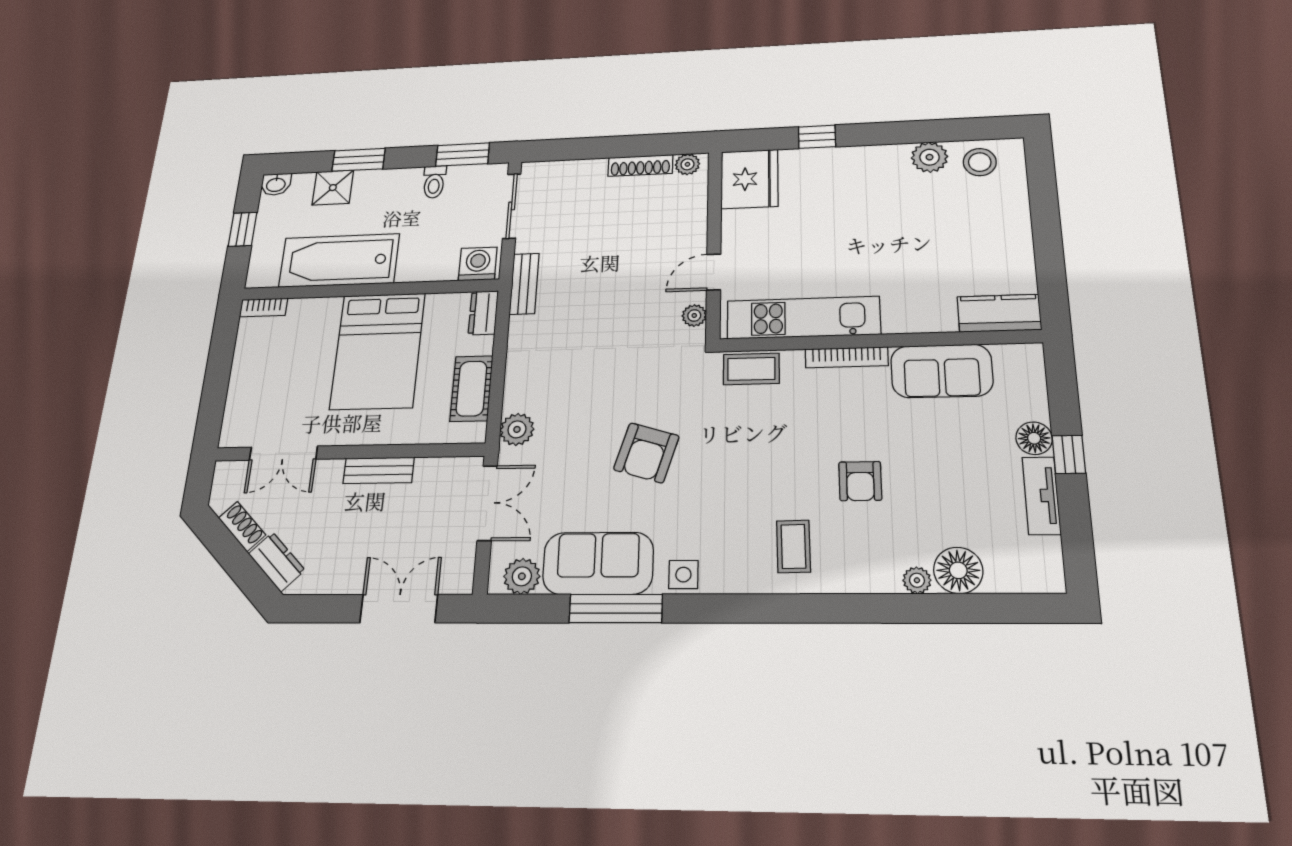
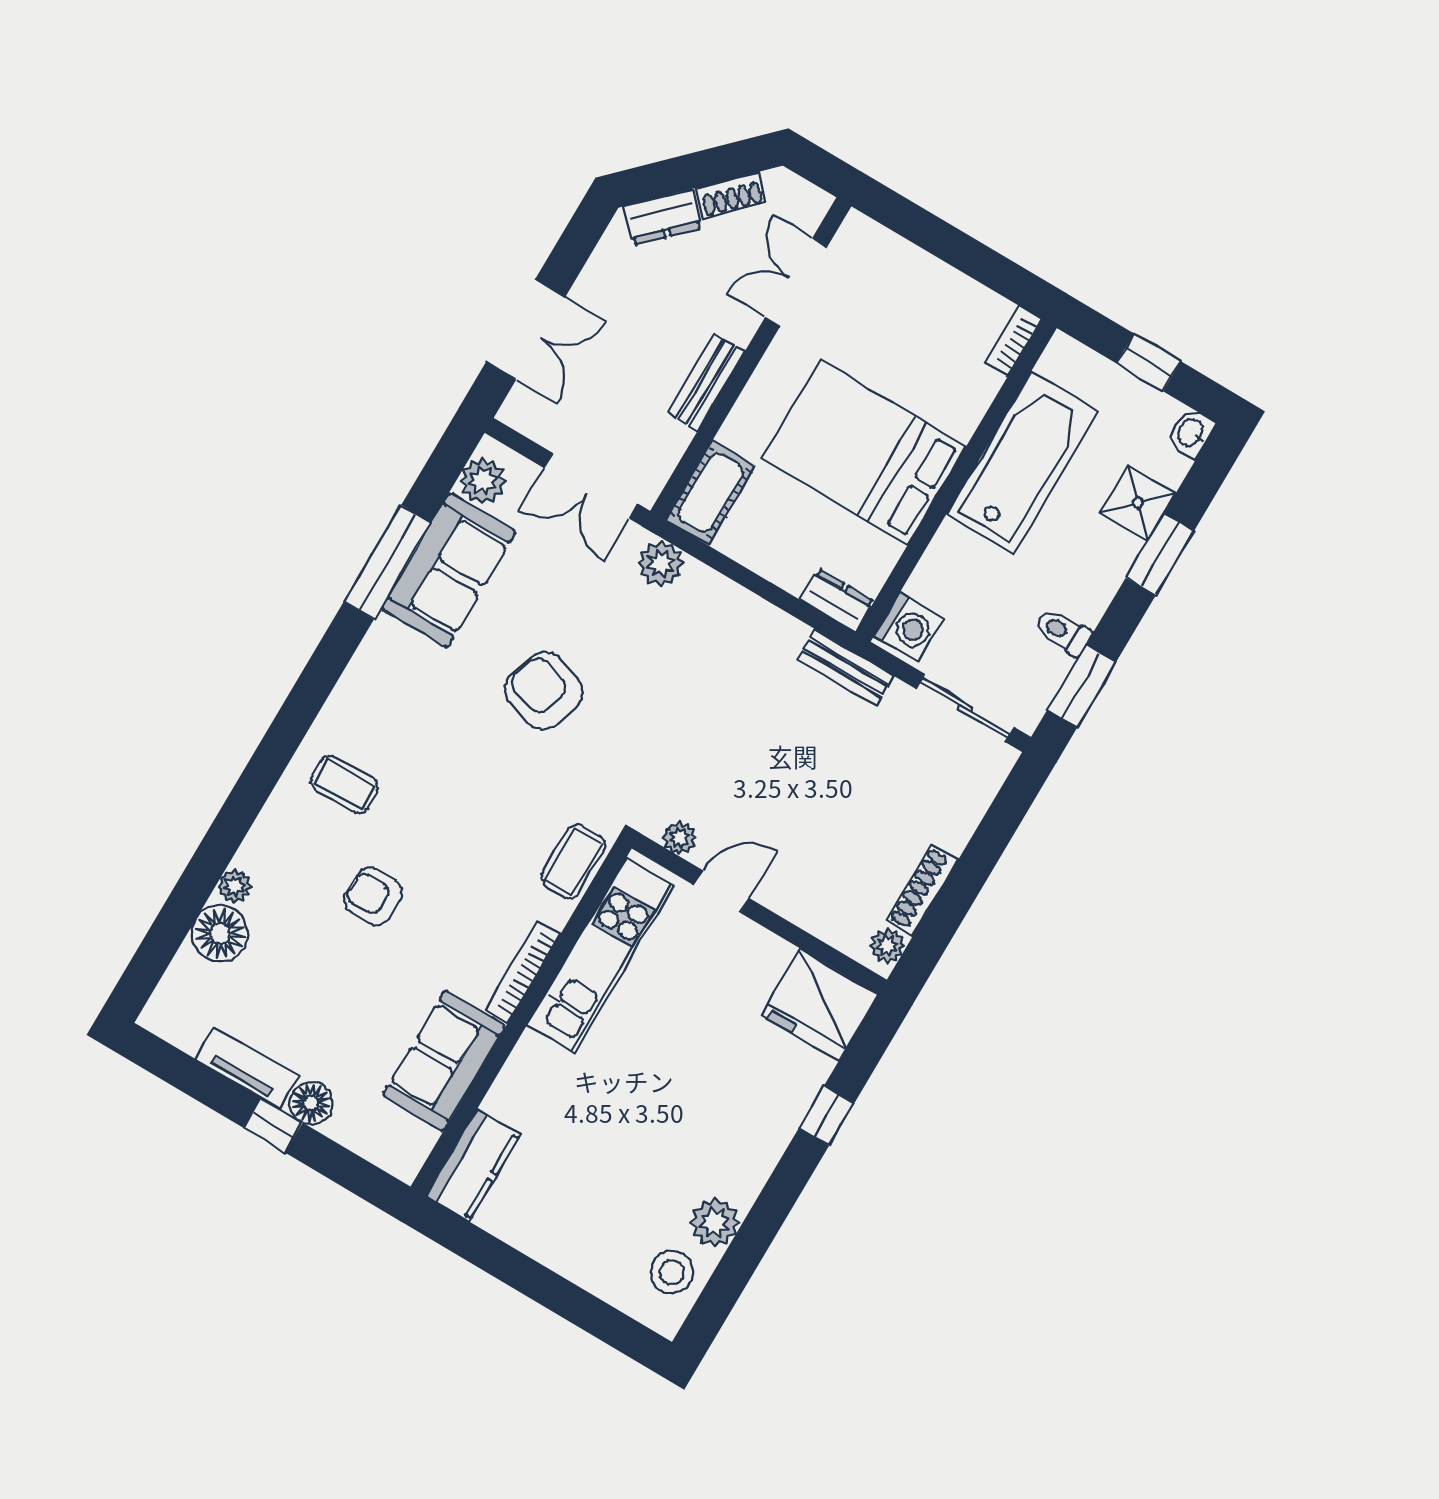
door: (714, 272) -> (721, 892), hinge flipped
cot: (471, 389) -> (711, 493), moved, turned 90
side table: (683, 575) -> (382, 653), removed

